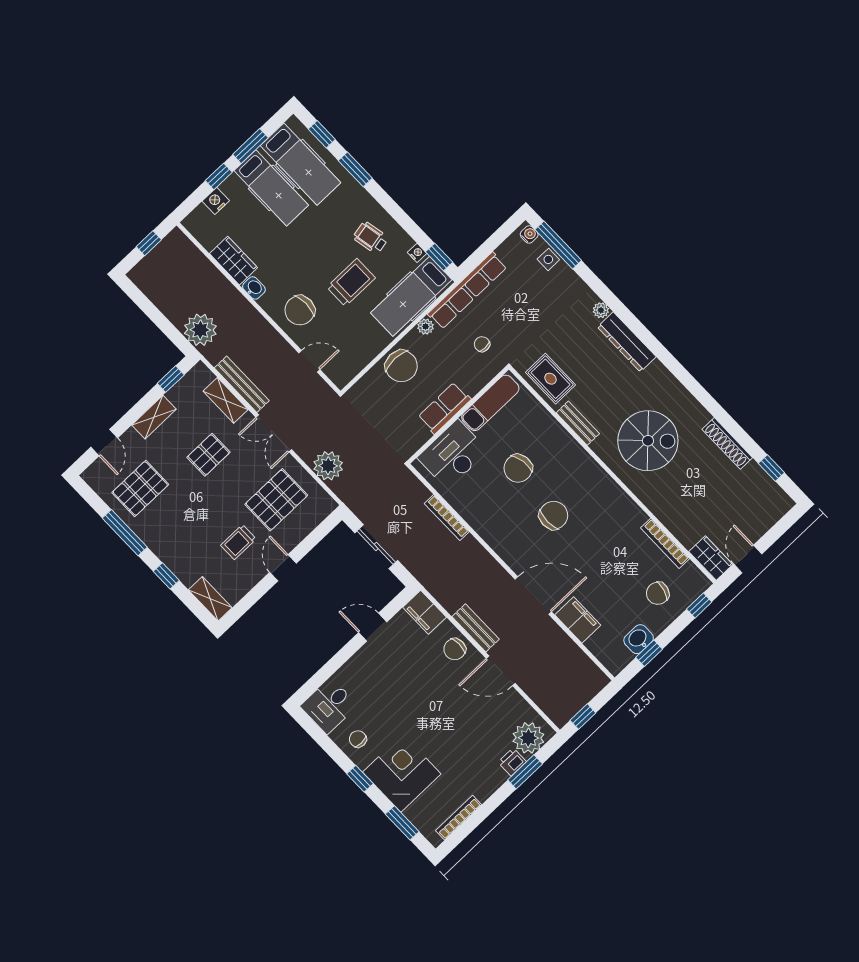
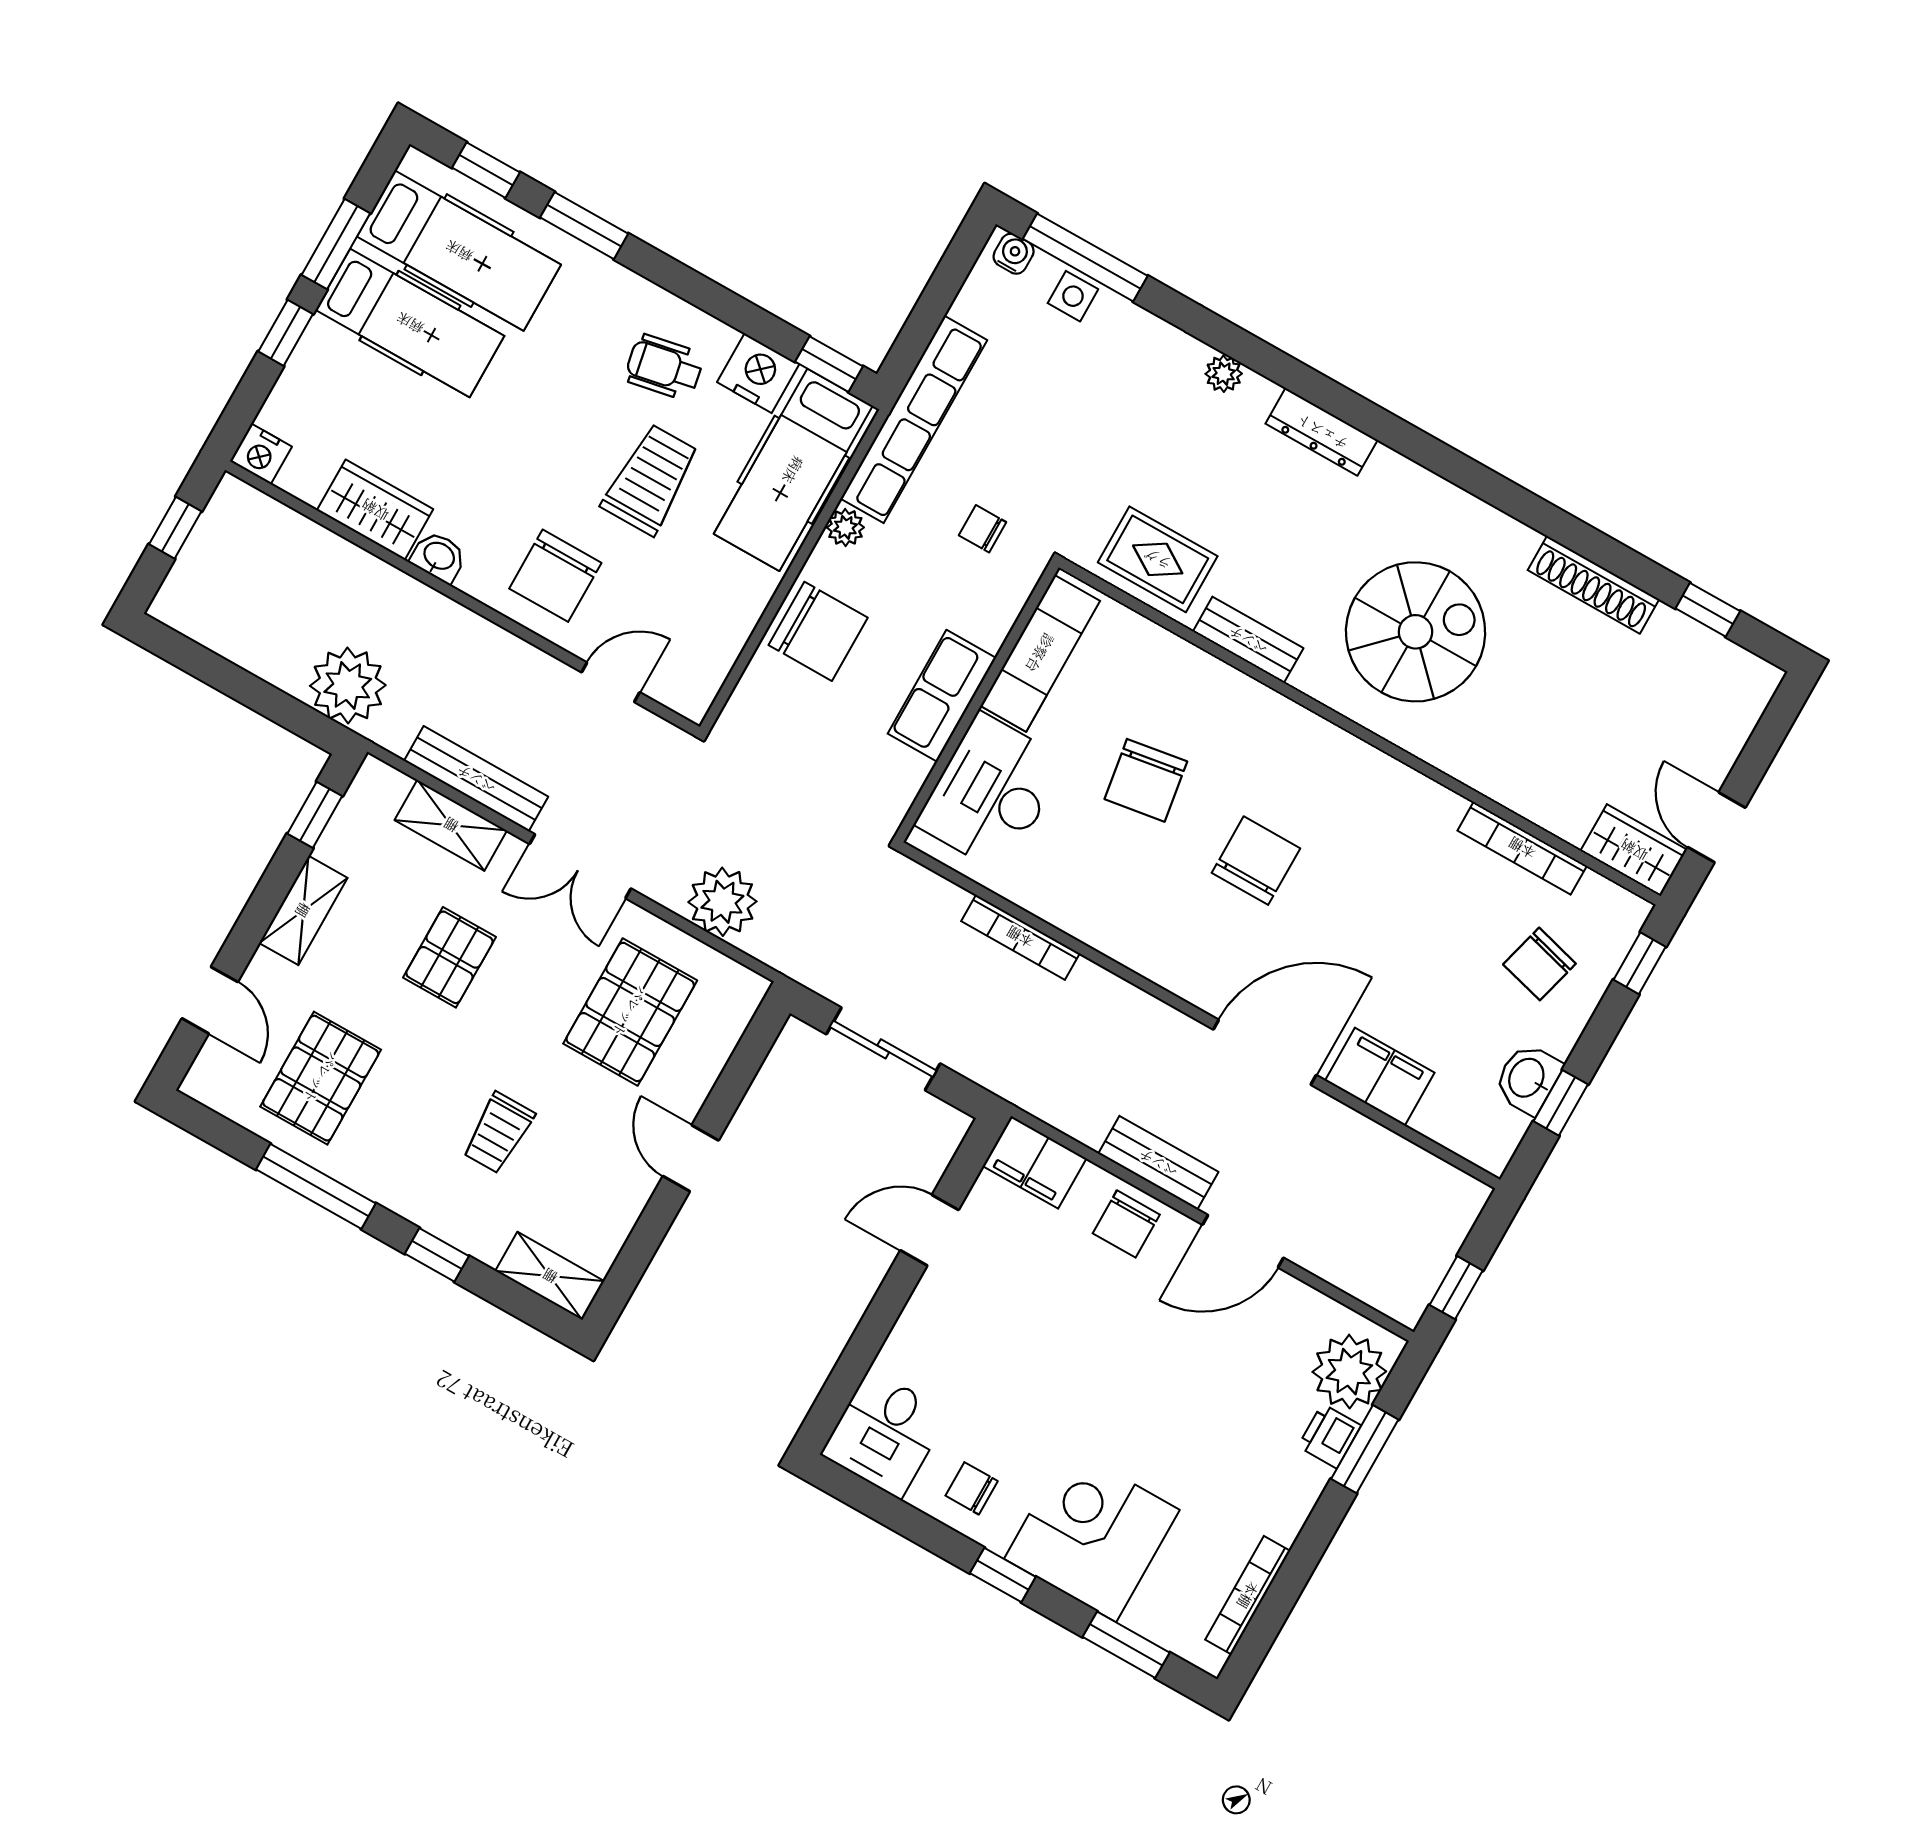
nightstand: (216, 201) -> (261, 454), moved, turned -90
nightstand: (417, 253) -> (758, 373), width x1.89, depth x1.79
dresser: (627, 342) -> (1322, 432), width x0.73, depth x0.80
trolley: (238, 542) -> (498, 1133), moved

